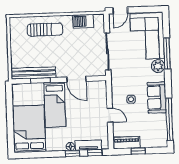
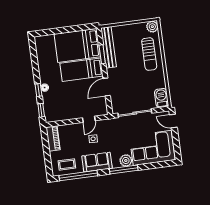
barbecue: (83, 21) -> (161, 98), moved
plant: (16, 23) -> (152, 27), added
window: (167, 53) -> (124, 169), moved
door: (110, 115) -> (89, 119), moved
bed: (29, 129) -> (77, 45), moved, turned 180
coffee table: (156, 130) -> (67, 164), added
tv unit: (88, 145) -> (48, 104), removed
window: (138, 151) -> (46, 150), removed

